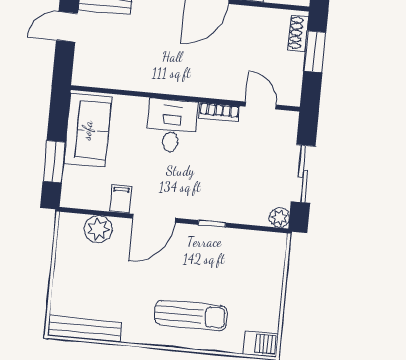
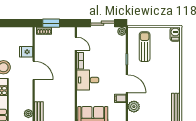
door: (261, 106) -> (76, 44), swing flipped
sun lounger: (191, 315) -> (145, 47), moved

